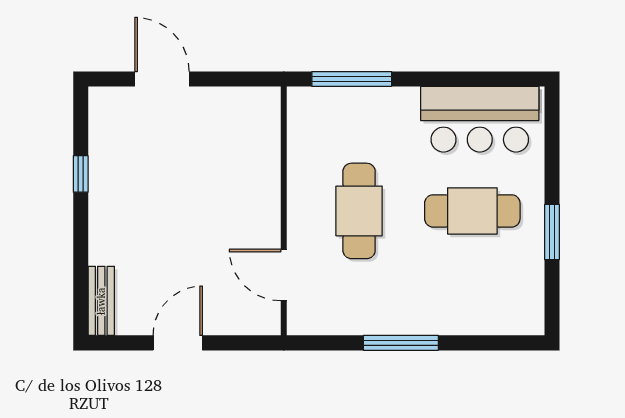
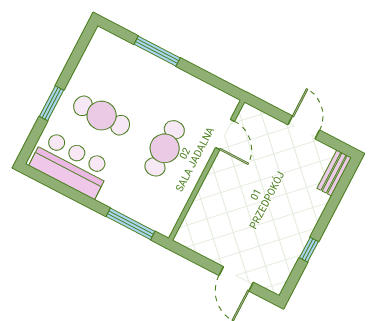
window: (552, 232) -> (52, 103), moved
door: (178, 343) -> (304, 127), swing flipped
window: (401, 343) -> (157, 51), moved

